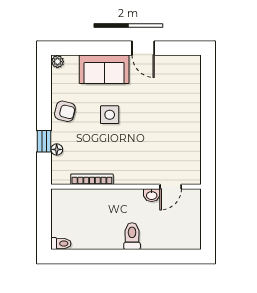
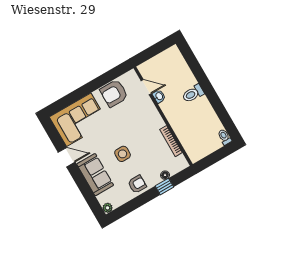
door: (143, 48) -> (67, 157), hinge flipped
corner sofa: (178, 87) -> (79, 120), added
armchair: (65, 111) -> (137, 184), turned 76
armchair: (185, 145) -> (114, 93), added

